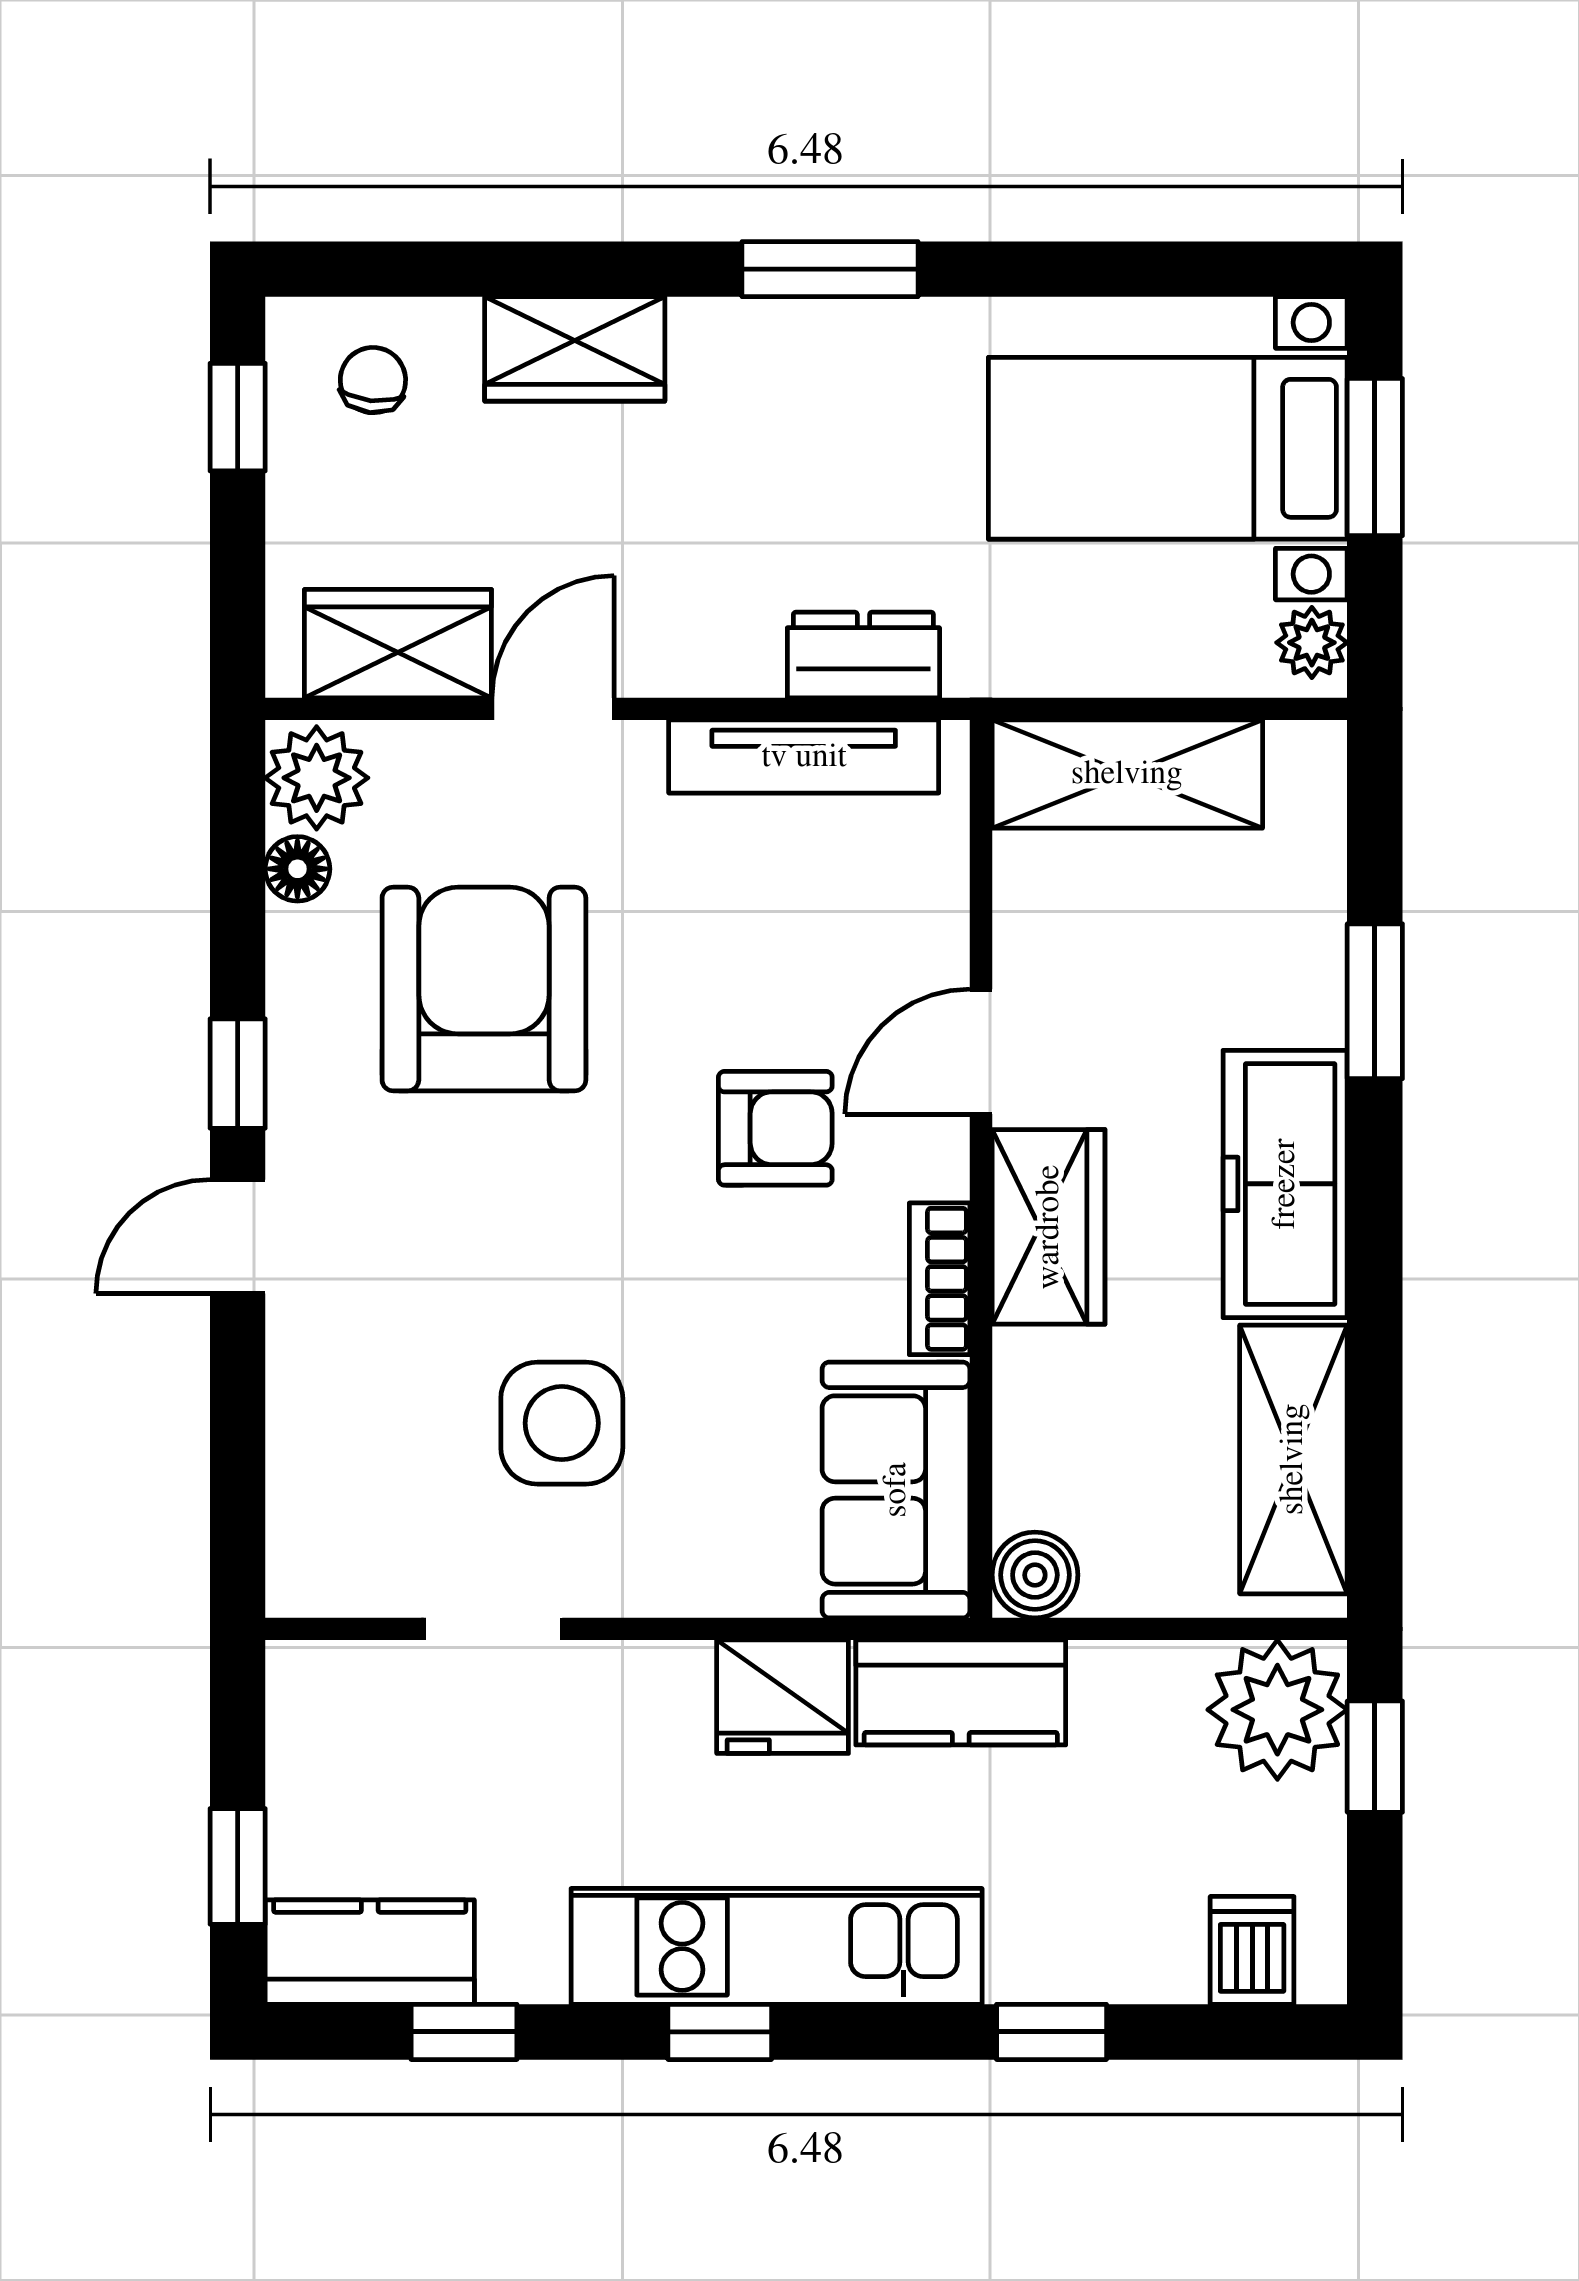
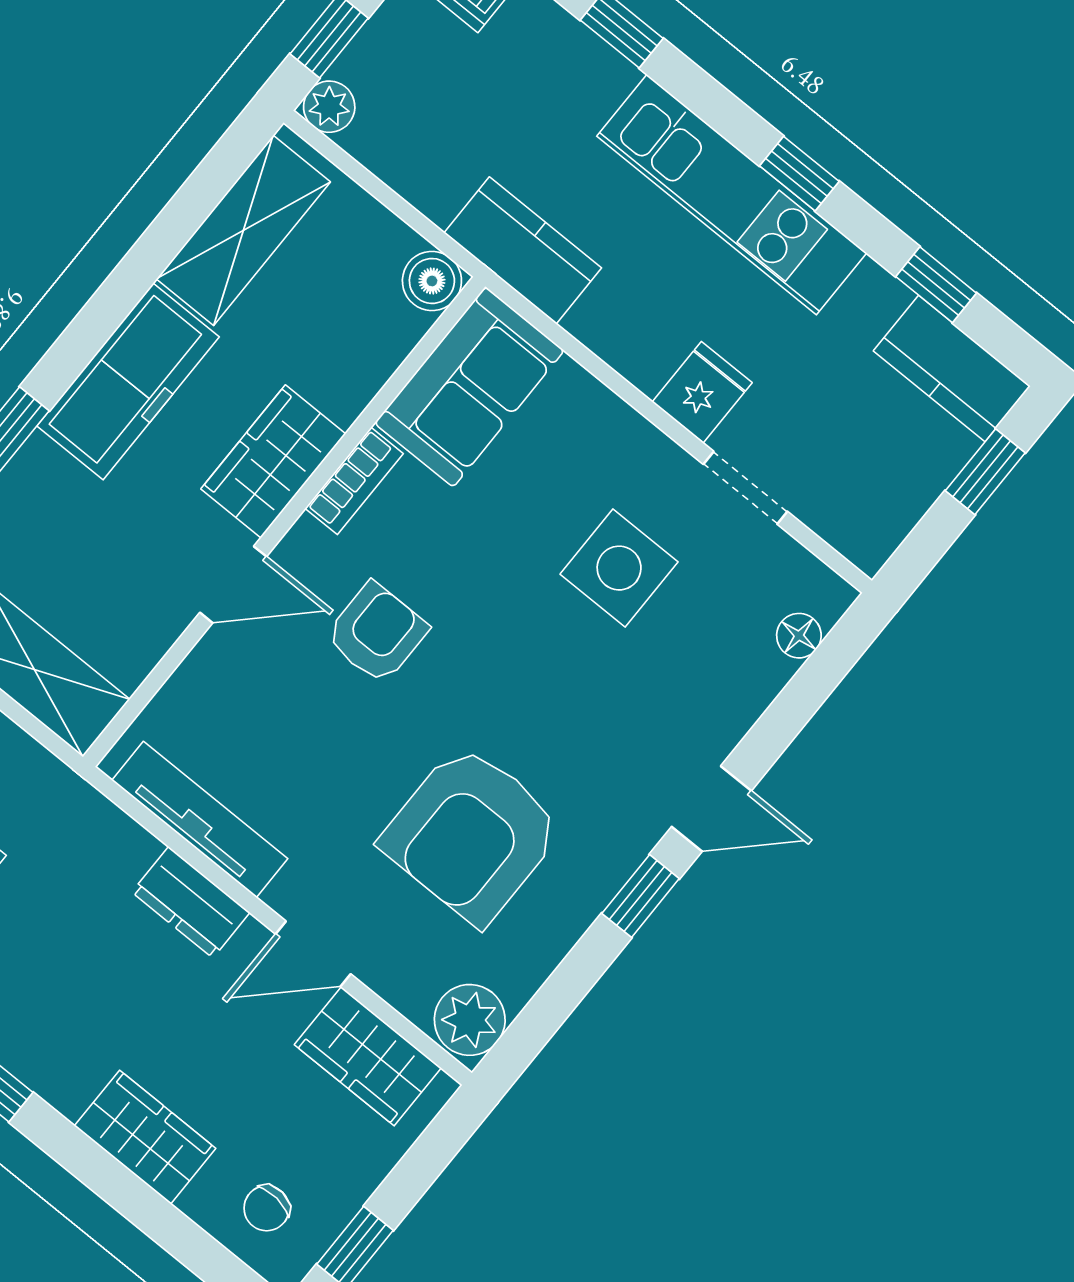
dresser: (863, 655) -> (191, 902), moved
floor lamp: (297, 869) -> (799, 636), moved
armchair: (775, 1128) -> (377, 633), turned 90
fridge: (783, 1697) -> (702, 392), moved, width x0.72
plant: (1277, 1710) -> (329, 107), width x0.53, depth x0.53

